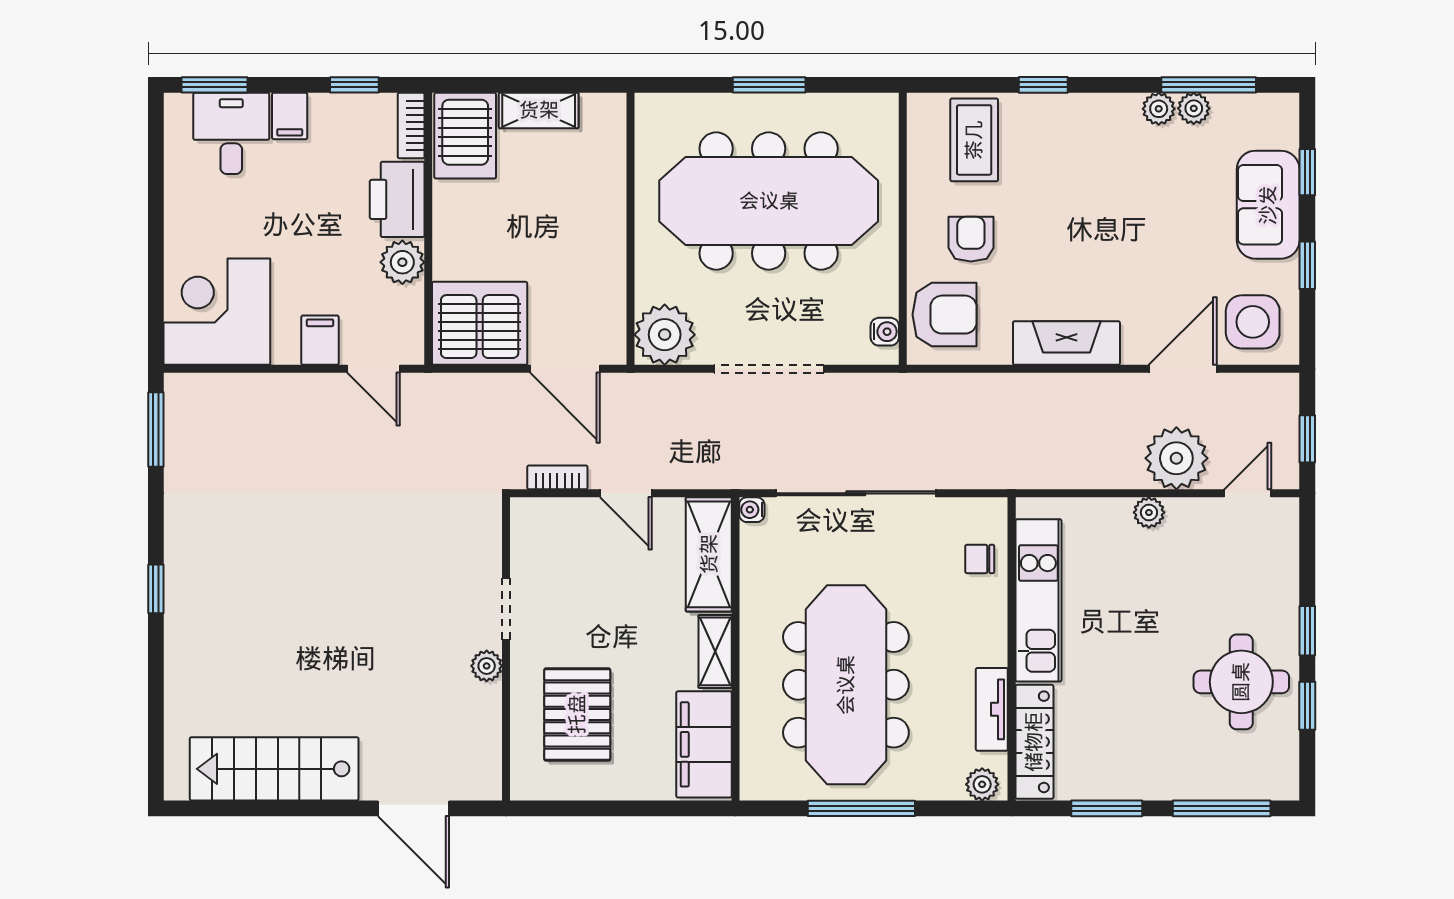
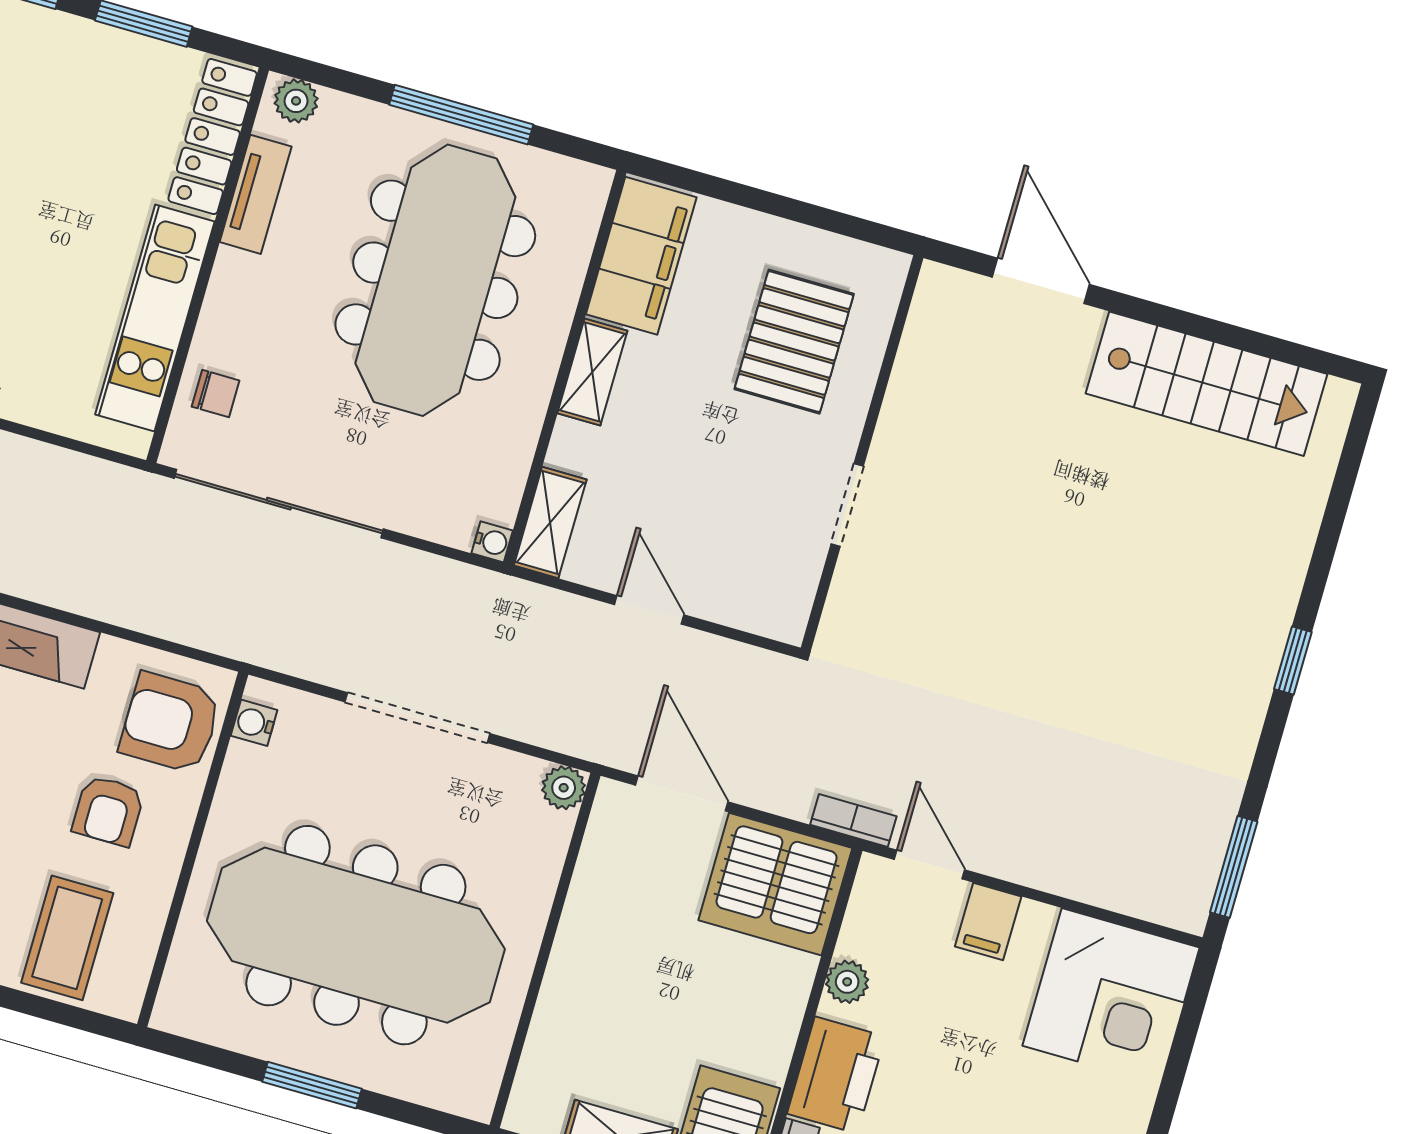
plant: (402, 262) -> (847, 982), width x0.73, depth x0.73
plant: (665, 335) -> (564, 788), width x0.53, depth x0.53
bookcase: (557, 477) -> (853, 820), moved, turned 180
sliding door: (856, 493) -> (279, 504), moved
shelving: (709, 554) -> (550, 523), width x0.67, depth x0.75
plant: (487, 666) -> (893, 438), removed

